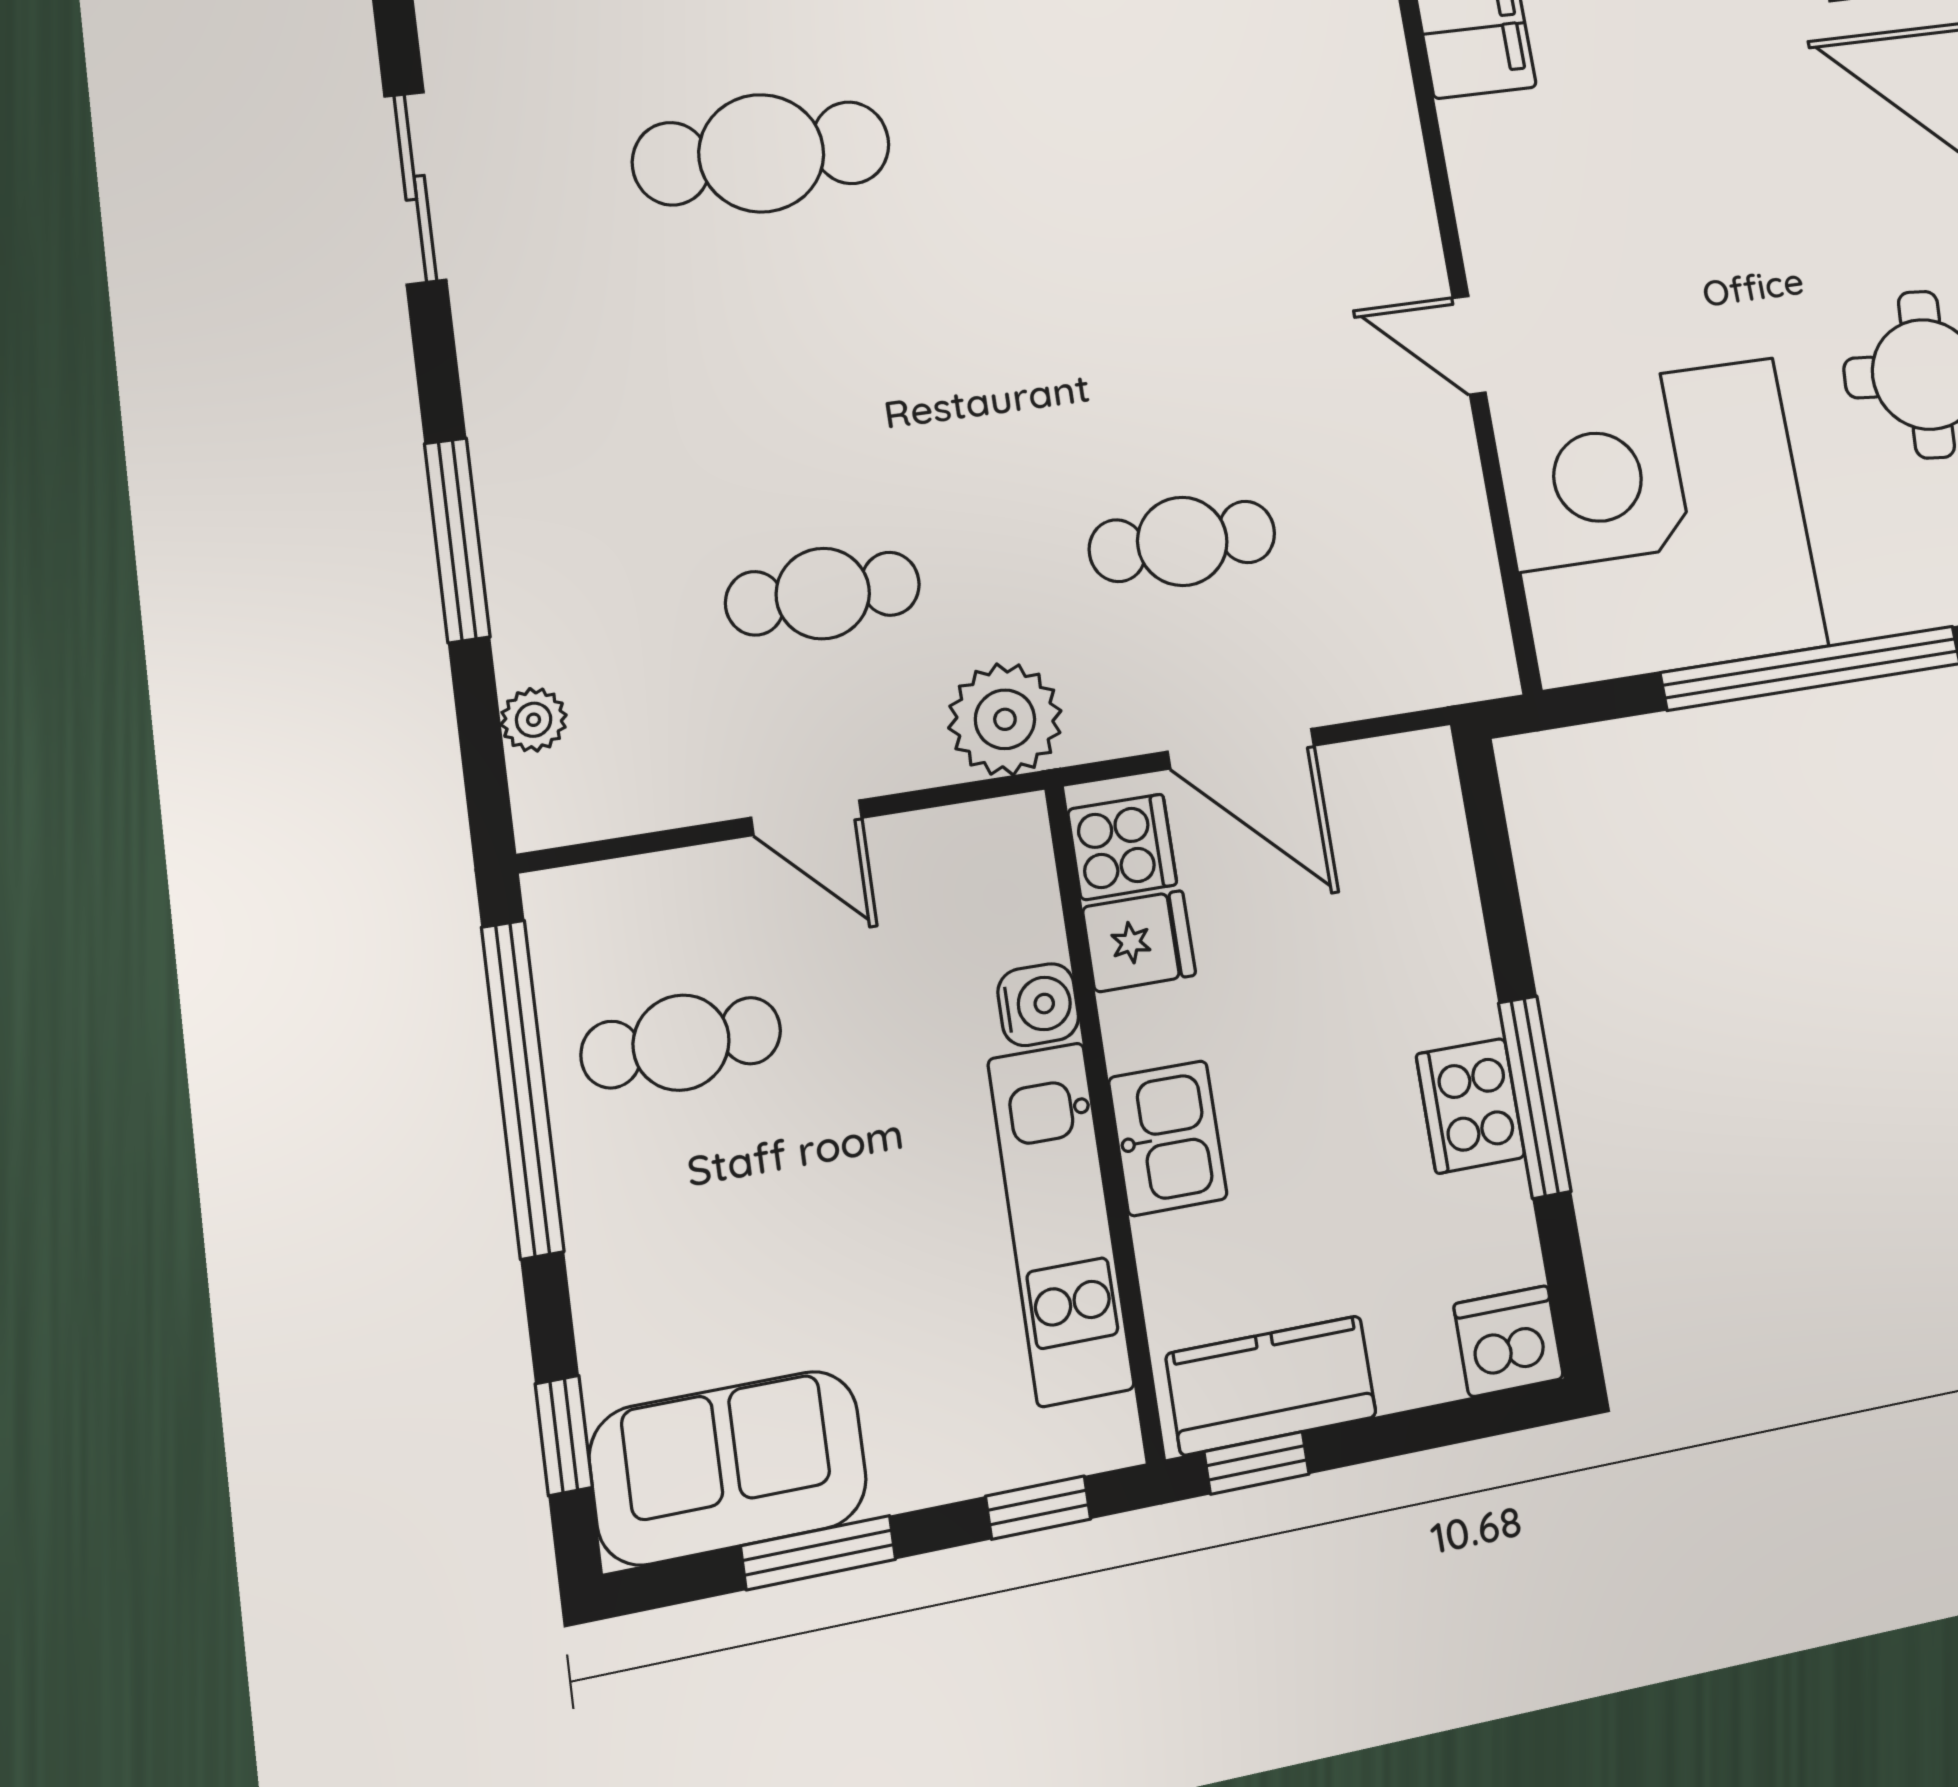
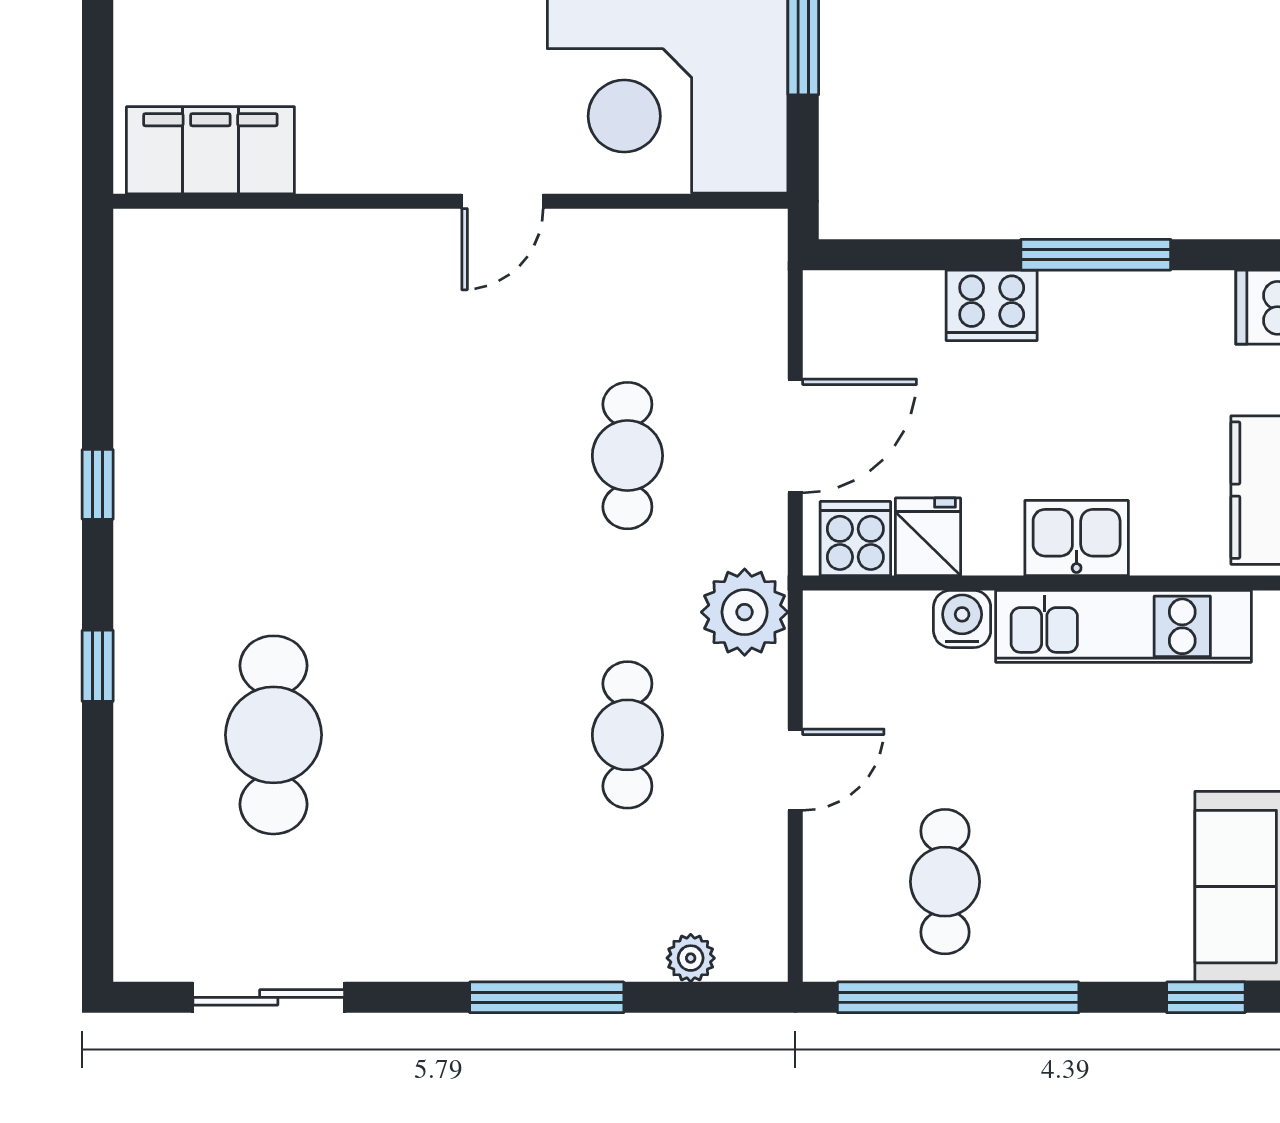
cooker: (1471, 1106) -> (992, 305), moved

